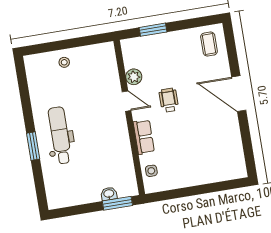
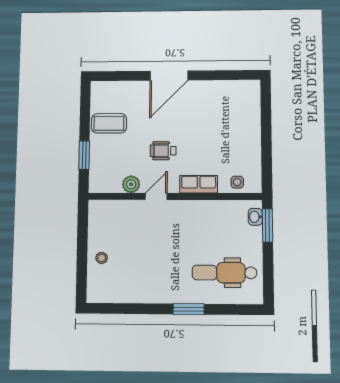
coffee table: (209, 44) -> (109, 123), moved, width x1.36, depth x1.30
dental chair: (60, 135) -> (224, 273), moved
washbasin: (109, 194) -> (255, 217), moved

